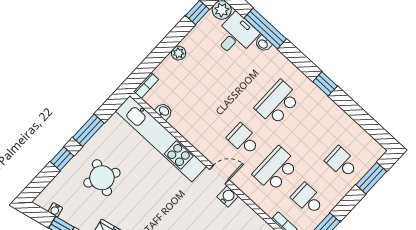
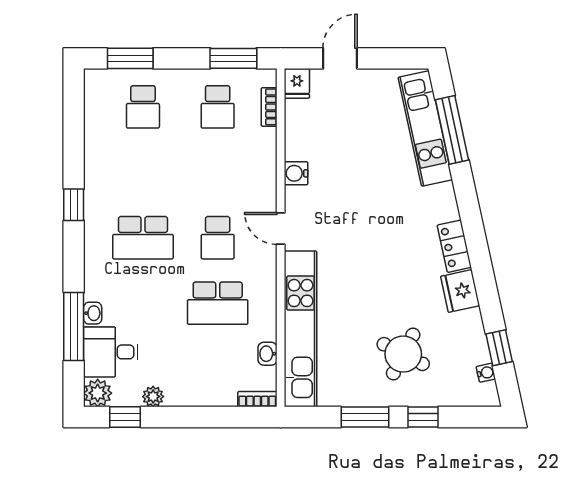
plant: (179, 53) -> (153, 397), moved
school desk: (276, 169) -> (218, 303), moved
water cooler: (228, 196) -> (296, 173), moved

